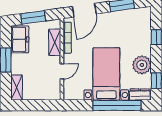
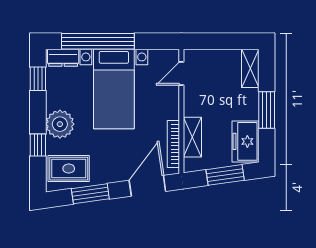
rug: (136, 22) -> (69, 169), added
plant: (142, 65) -> (60, 124), moved
door: (62, 71) -> (181, 74), moved

